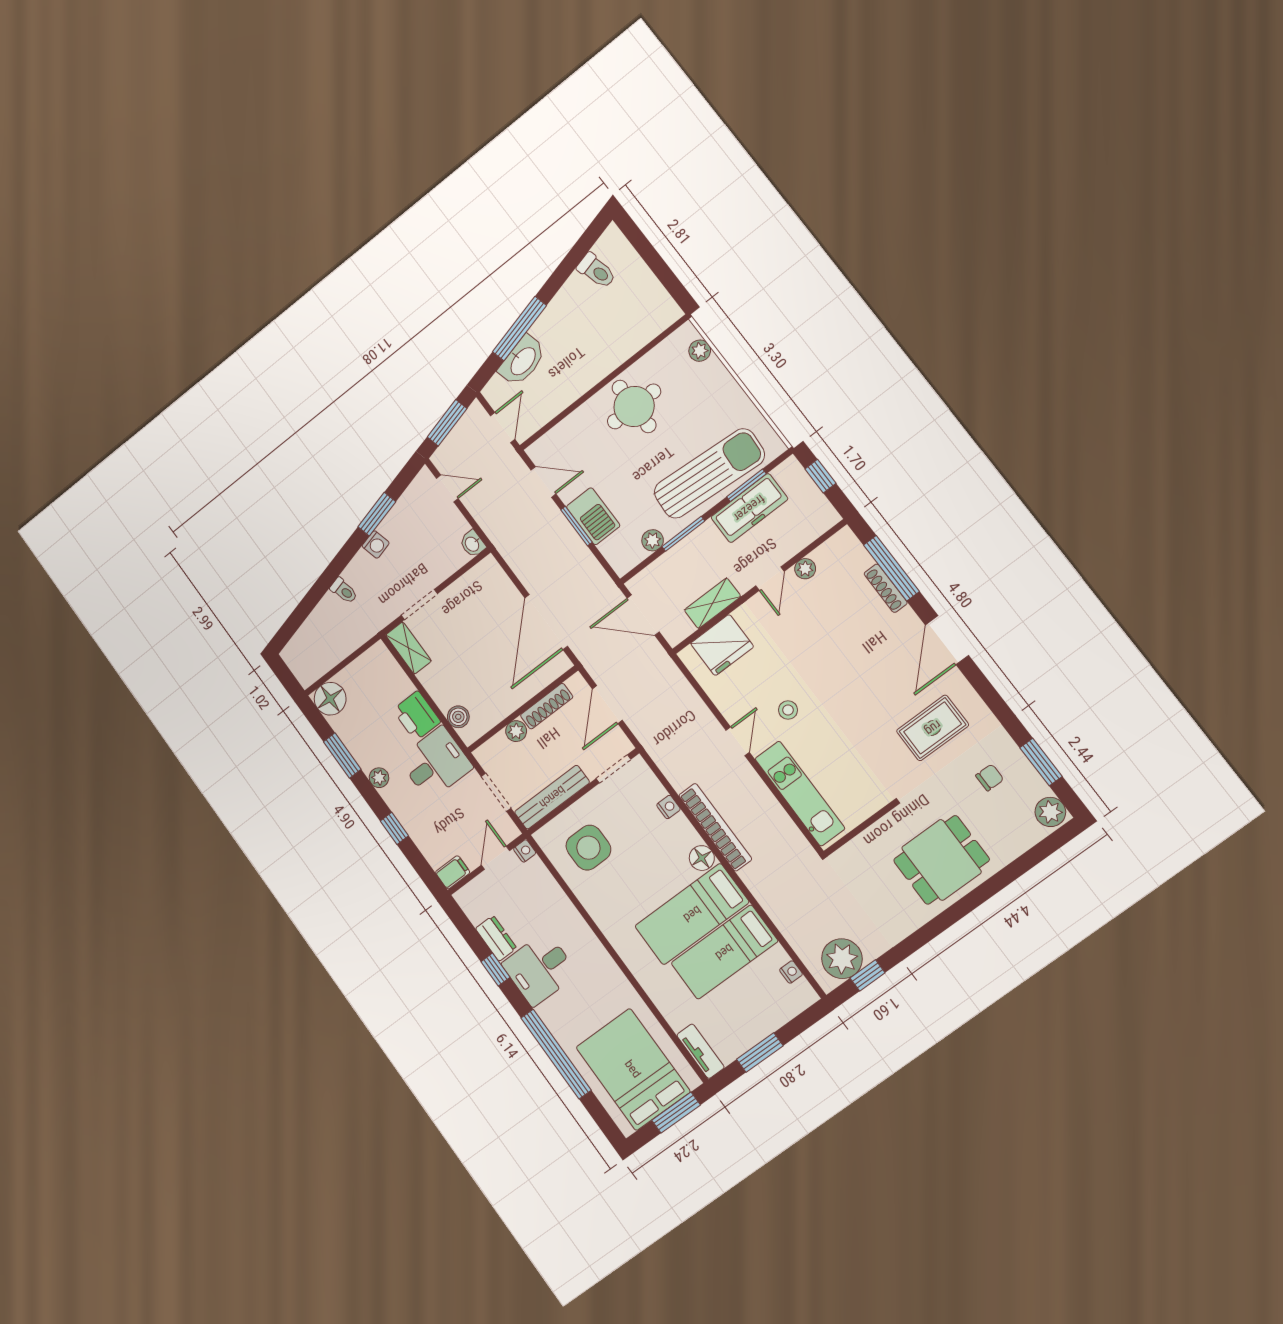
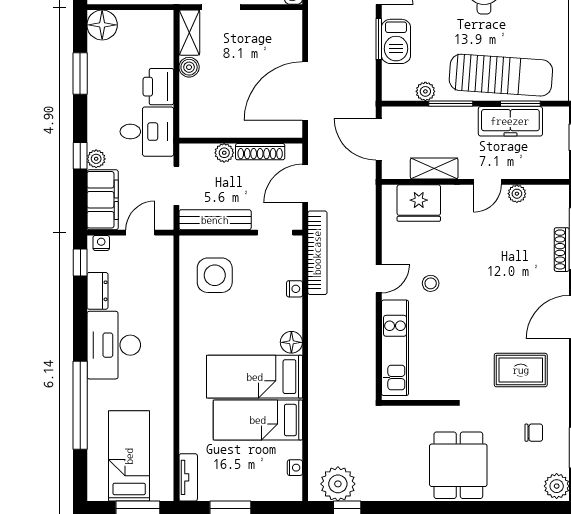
boiler: (458, 717) -> (189, 67), moved
plant: (379, 778) -> (96, 159), moved
bookcase: (715, 827) -> (317, 253), moved
nightstand: (525, 851) -> (101, 243), moved, turned -90
dining table: (941, 860) -> (458, 465), turned 90
filing cabinet: (453, 872) -> (103, 200), width x3.00, depth x1.17
desk: (540, 969) -> (114, 345), width x1.37
window: (495, 970) -> (80, 263), moved
bed: (633, 1069) -> (129, 456), width x0.67

